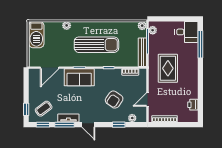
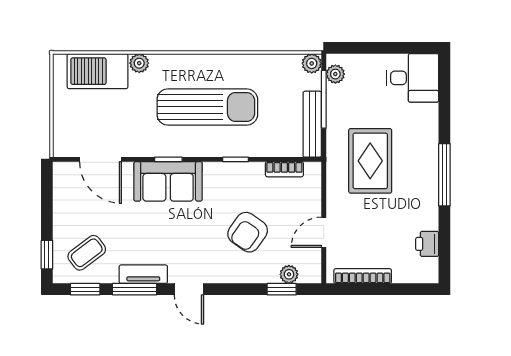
barbecue: (36, 35) -> (98, 71), moved, turned 90
window: (200, 44) -> (444, 175), moved
door: (50, 68) -> (101, 159), hinge flipped
window: (119, 125) -> (282, 289), moved

